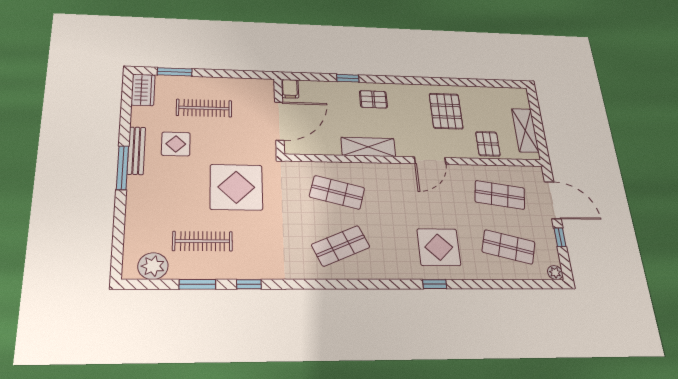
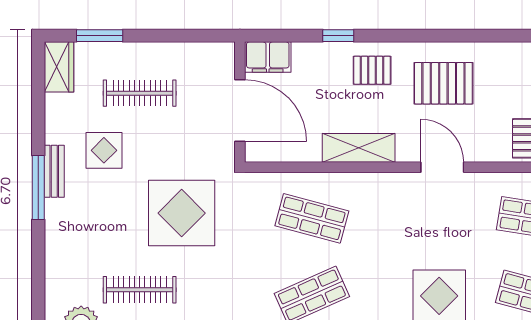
filing cabinet: (290, 89) -> (268, 57), width x2.00
pallet: (446, 111) -> (443, 83), moved, turned 90
door: (279, 121) -> (240, 110), hinge flipped
bench: (136, 151) -> (54, 171), width x0.73
door: (430, 161) -> (442, 167), swing flipped

